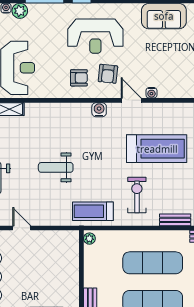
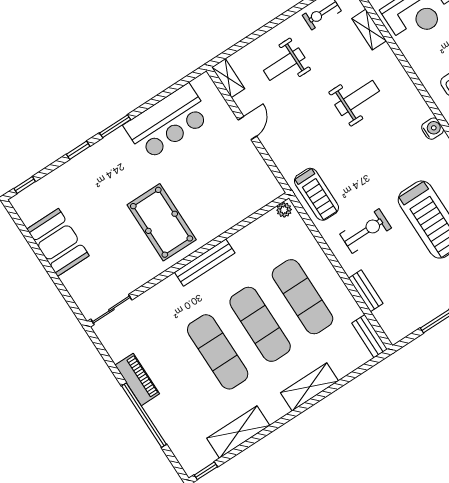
weight bench: (56, 167) -> (357, 98), moved, turned 90
treadmill: (93, 211) -> (316, 194), turned 180

